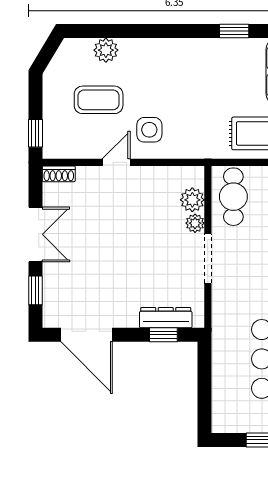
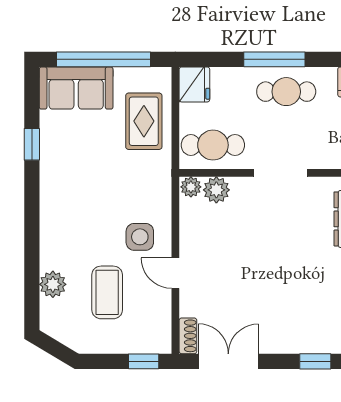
plant: (195, 223) -> (191, 187), moved
double door: (35, 234) -> (228, 361), moved

